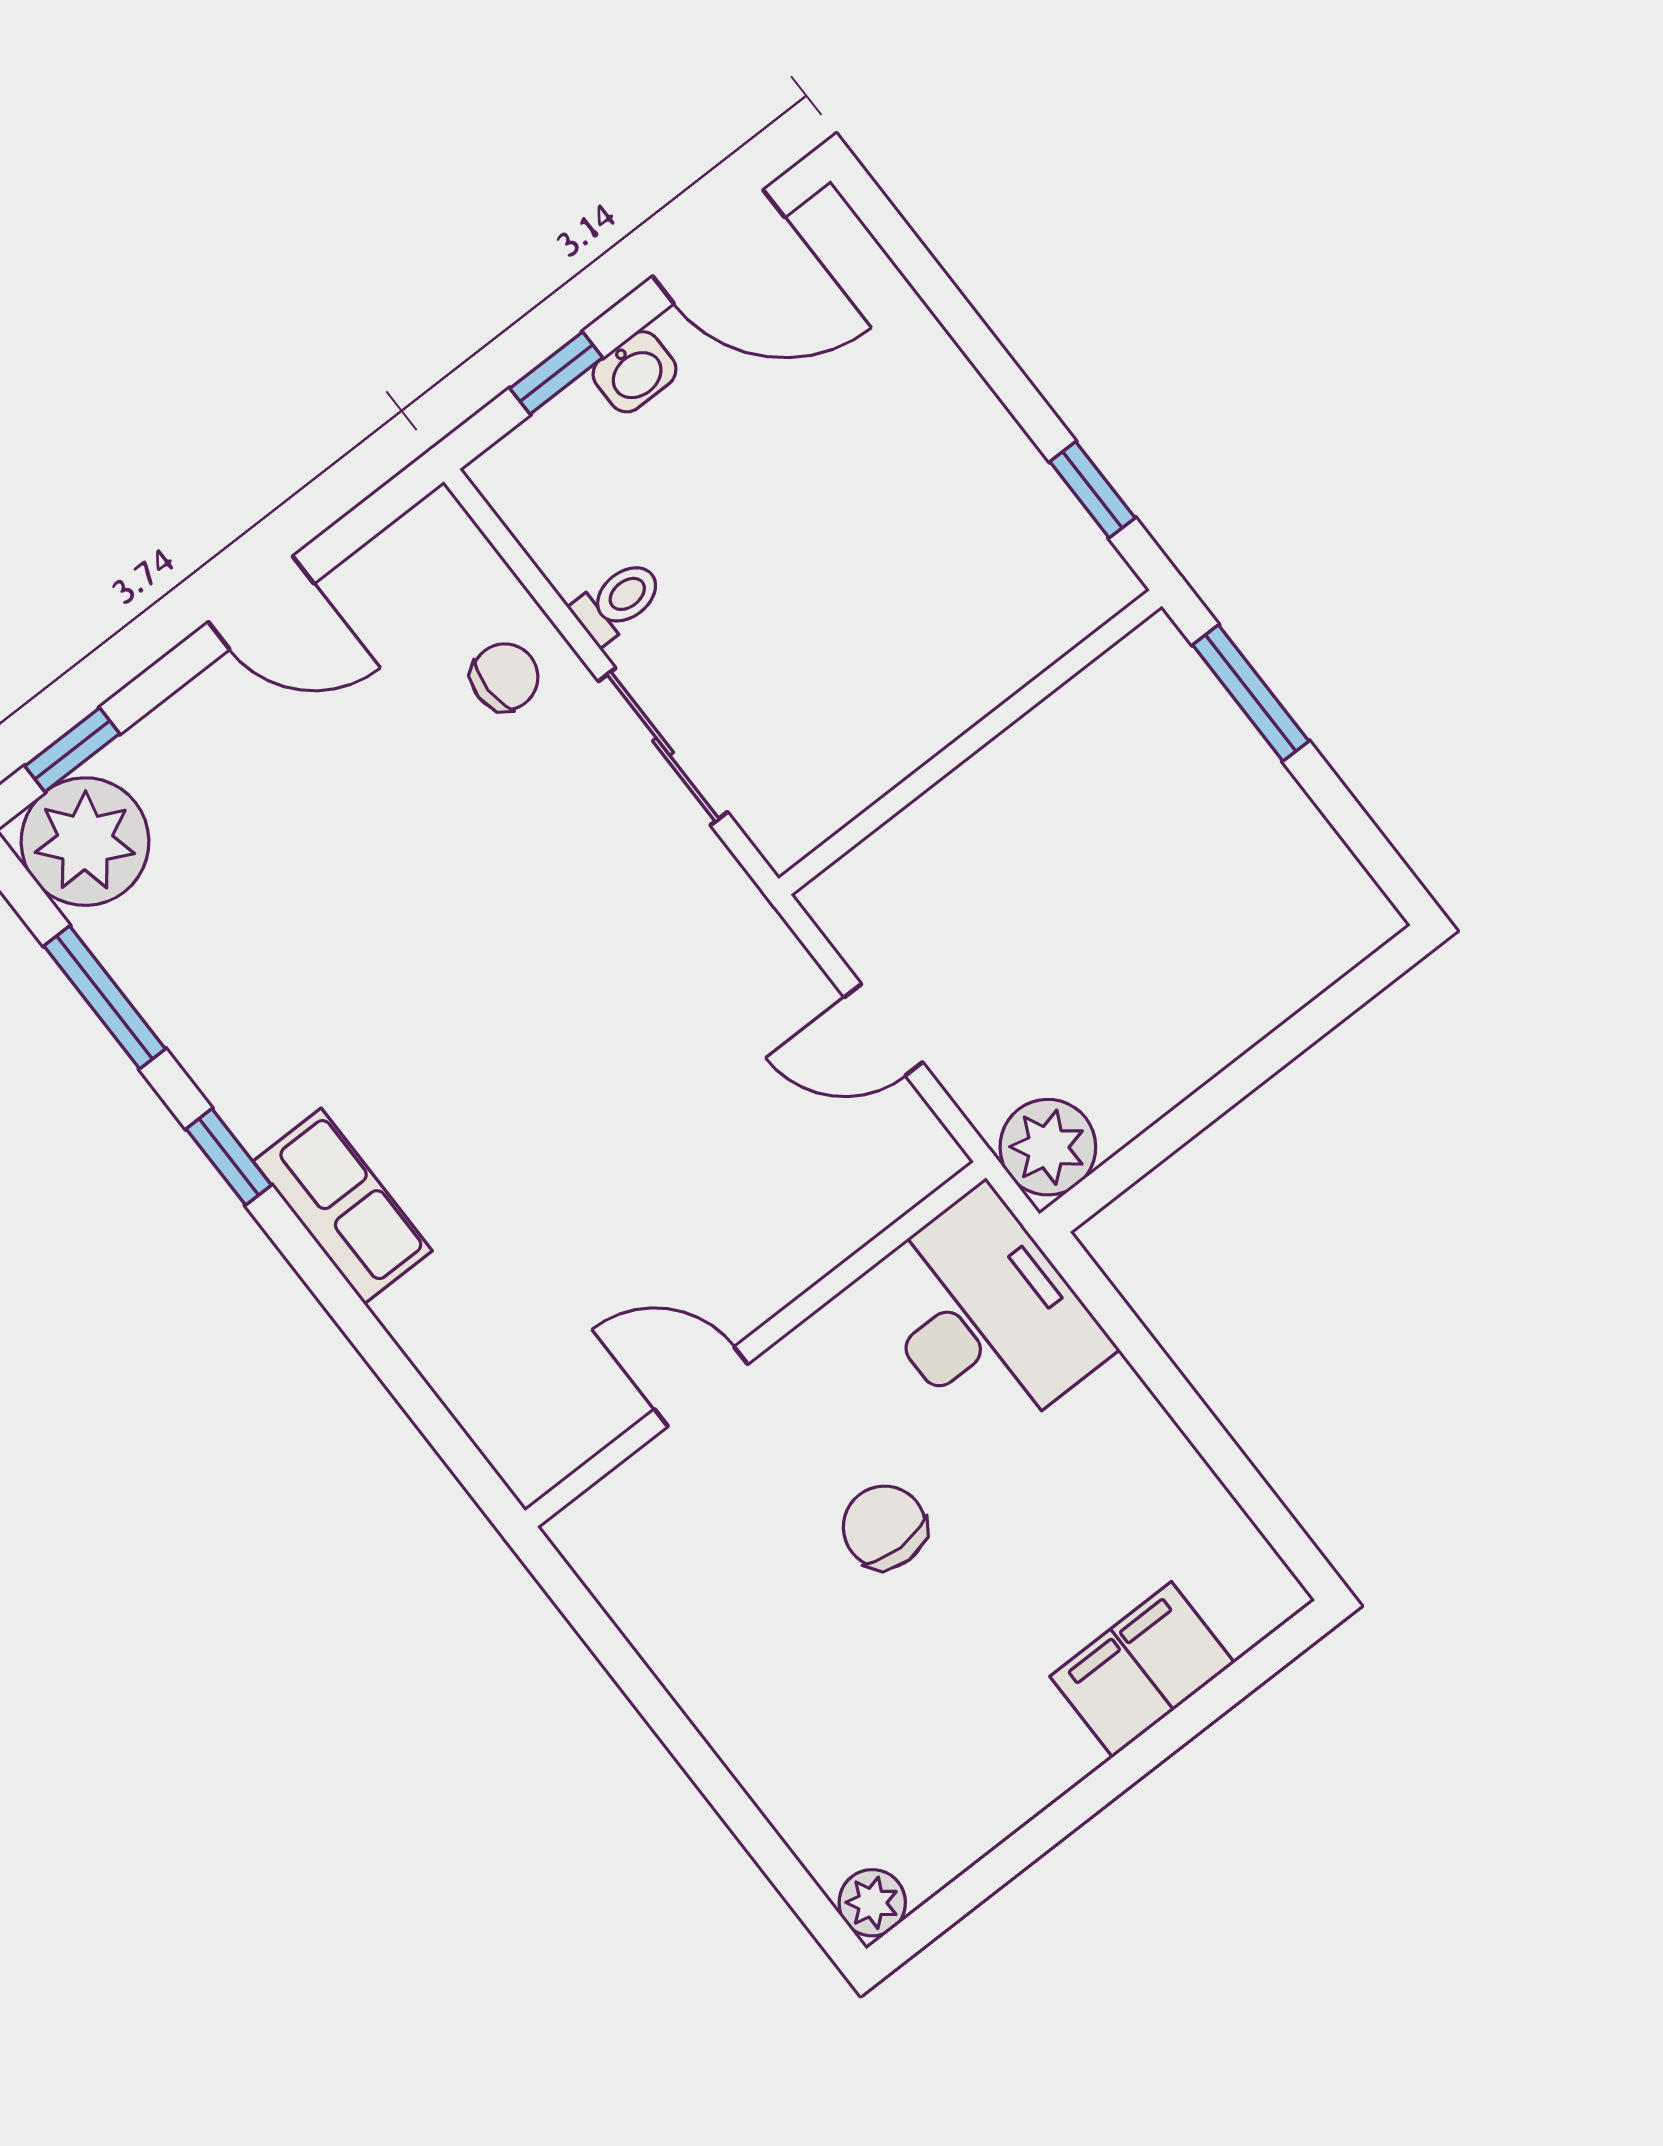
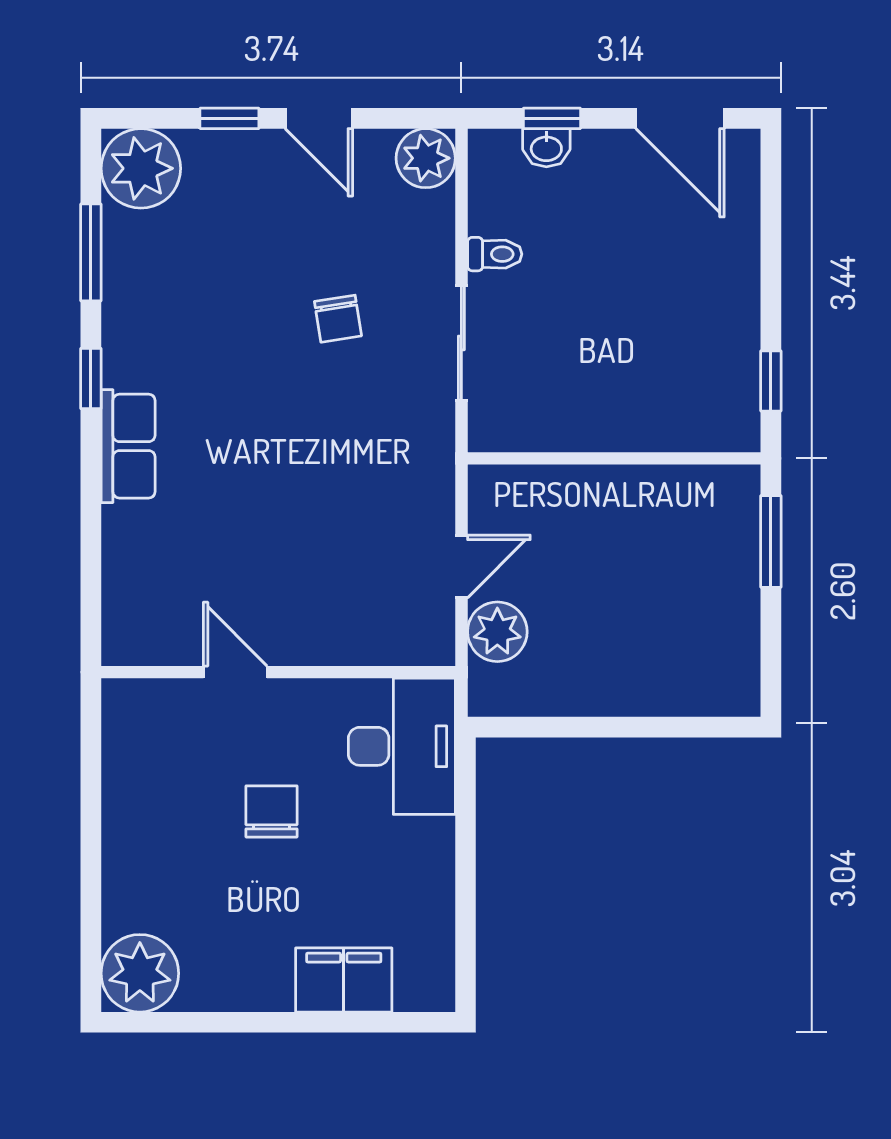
washbasin: (635, 372) -> (546, 148), moved
plant: (436, 548) -> (426, 158), added
chair: (505, 677) -> (338, 319), moved, turned 81
window: (72, 750) -> (229, 118), moved
door: (883, 1030) -> (461, 566), swing flipped
plant: (1048, 1147) -> (497, 632), moved
plant: (872, 1903) -> (140, 973), width x1.88, depth x1.88

